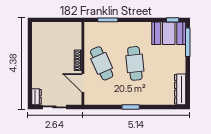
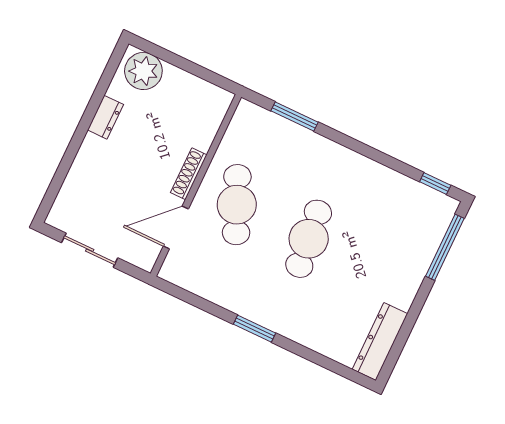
plant: (43, 30) -> (143, 71), added
booth: (169, 33) -> (413, 208), removed
door: (83, 83) -> (176, 228), hinge flipped
dresser: (37, 97) -> (105, 117), moved

